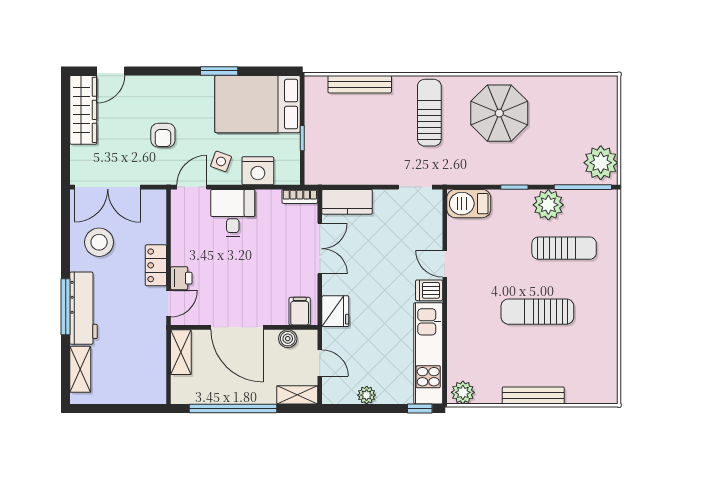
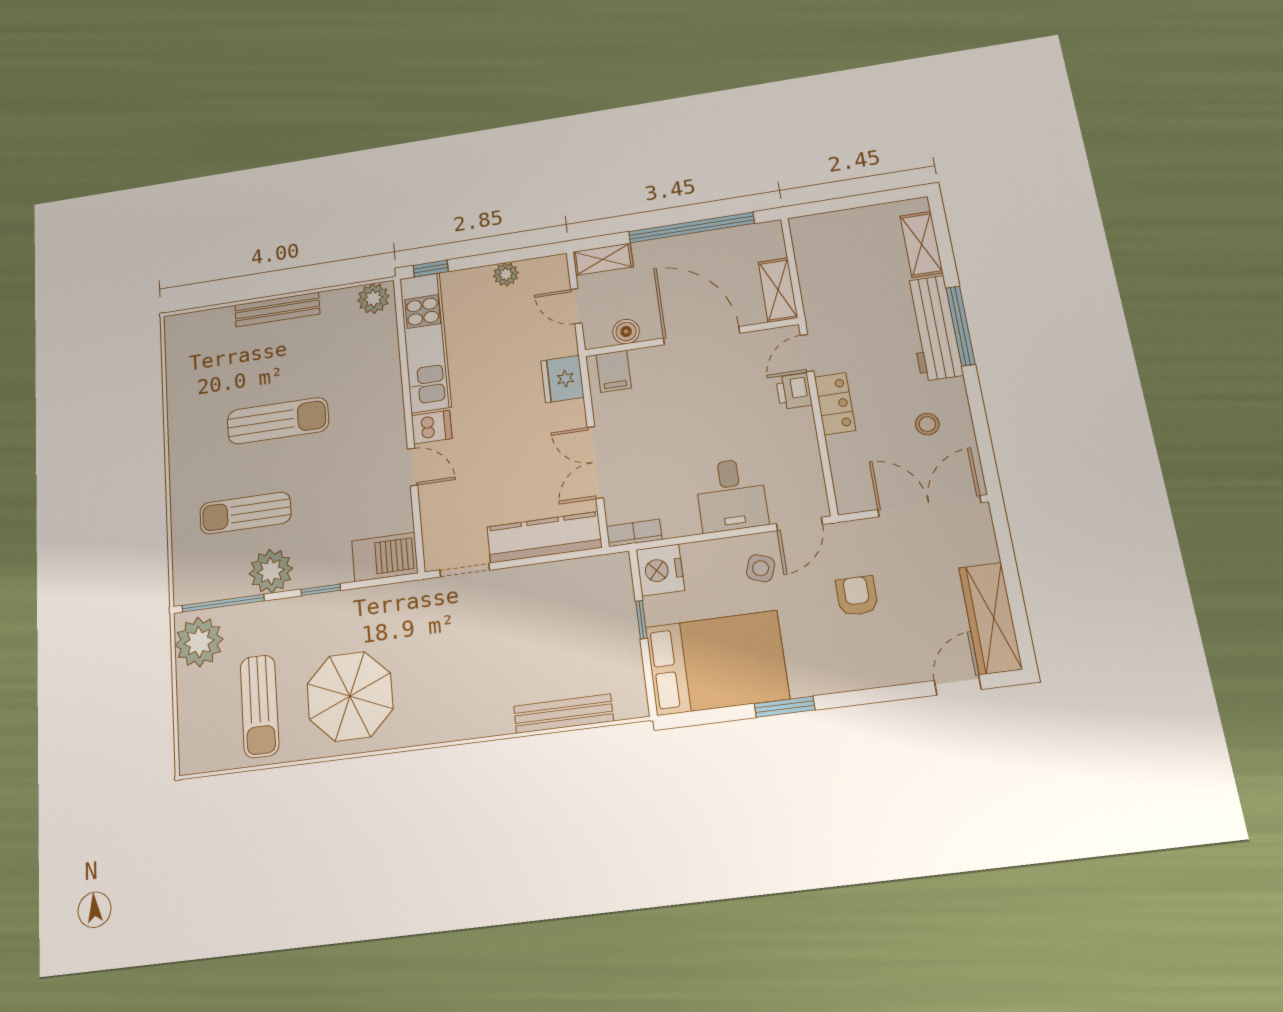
sun lounger: (429, 113) -> (259, 706), moved
nightstand: (258, 171) -> (660, 570), moved, turned -90
kitchen counter: (347, 202) -> (544, 537), width x1.50
stool: (99, 242) -> (927, 424), width x0.53, depth x0.53

